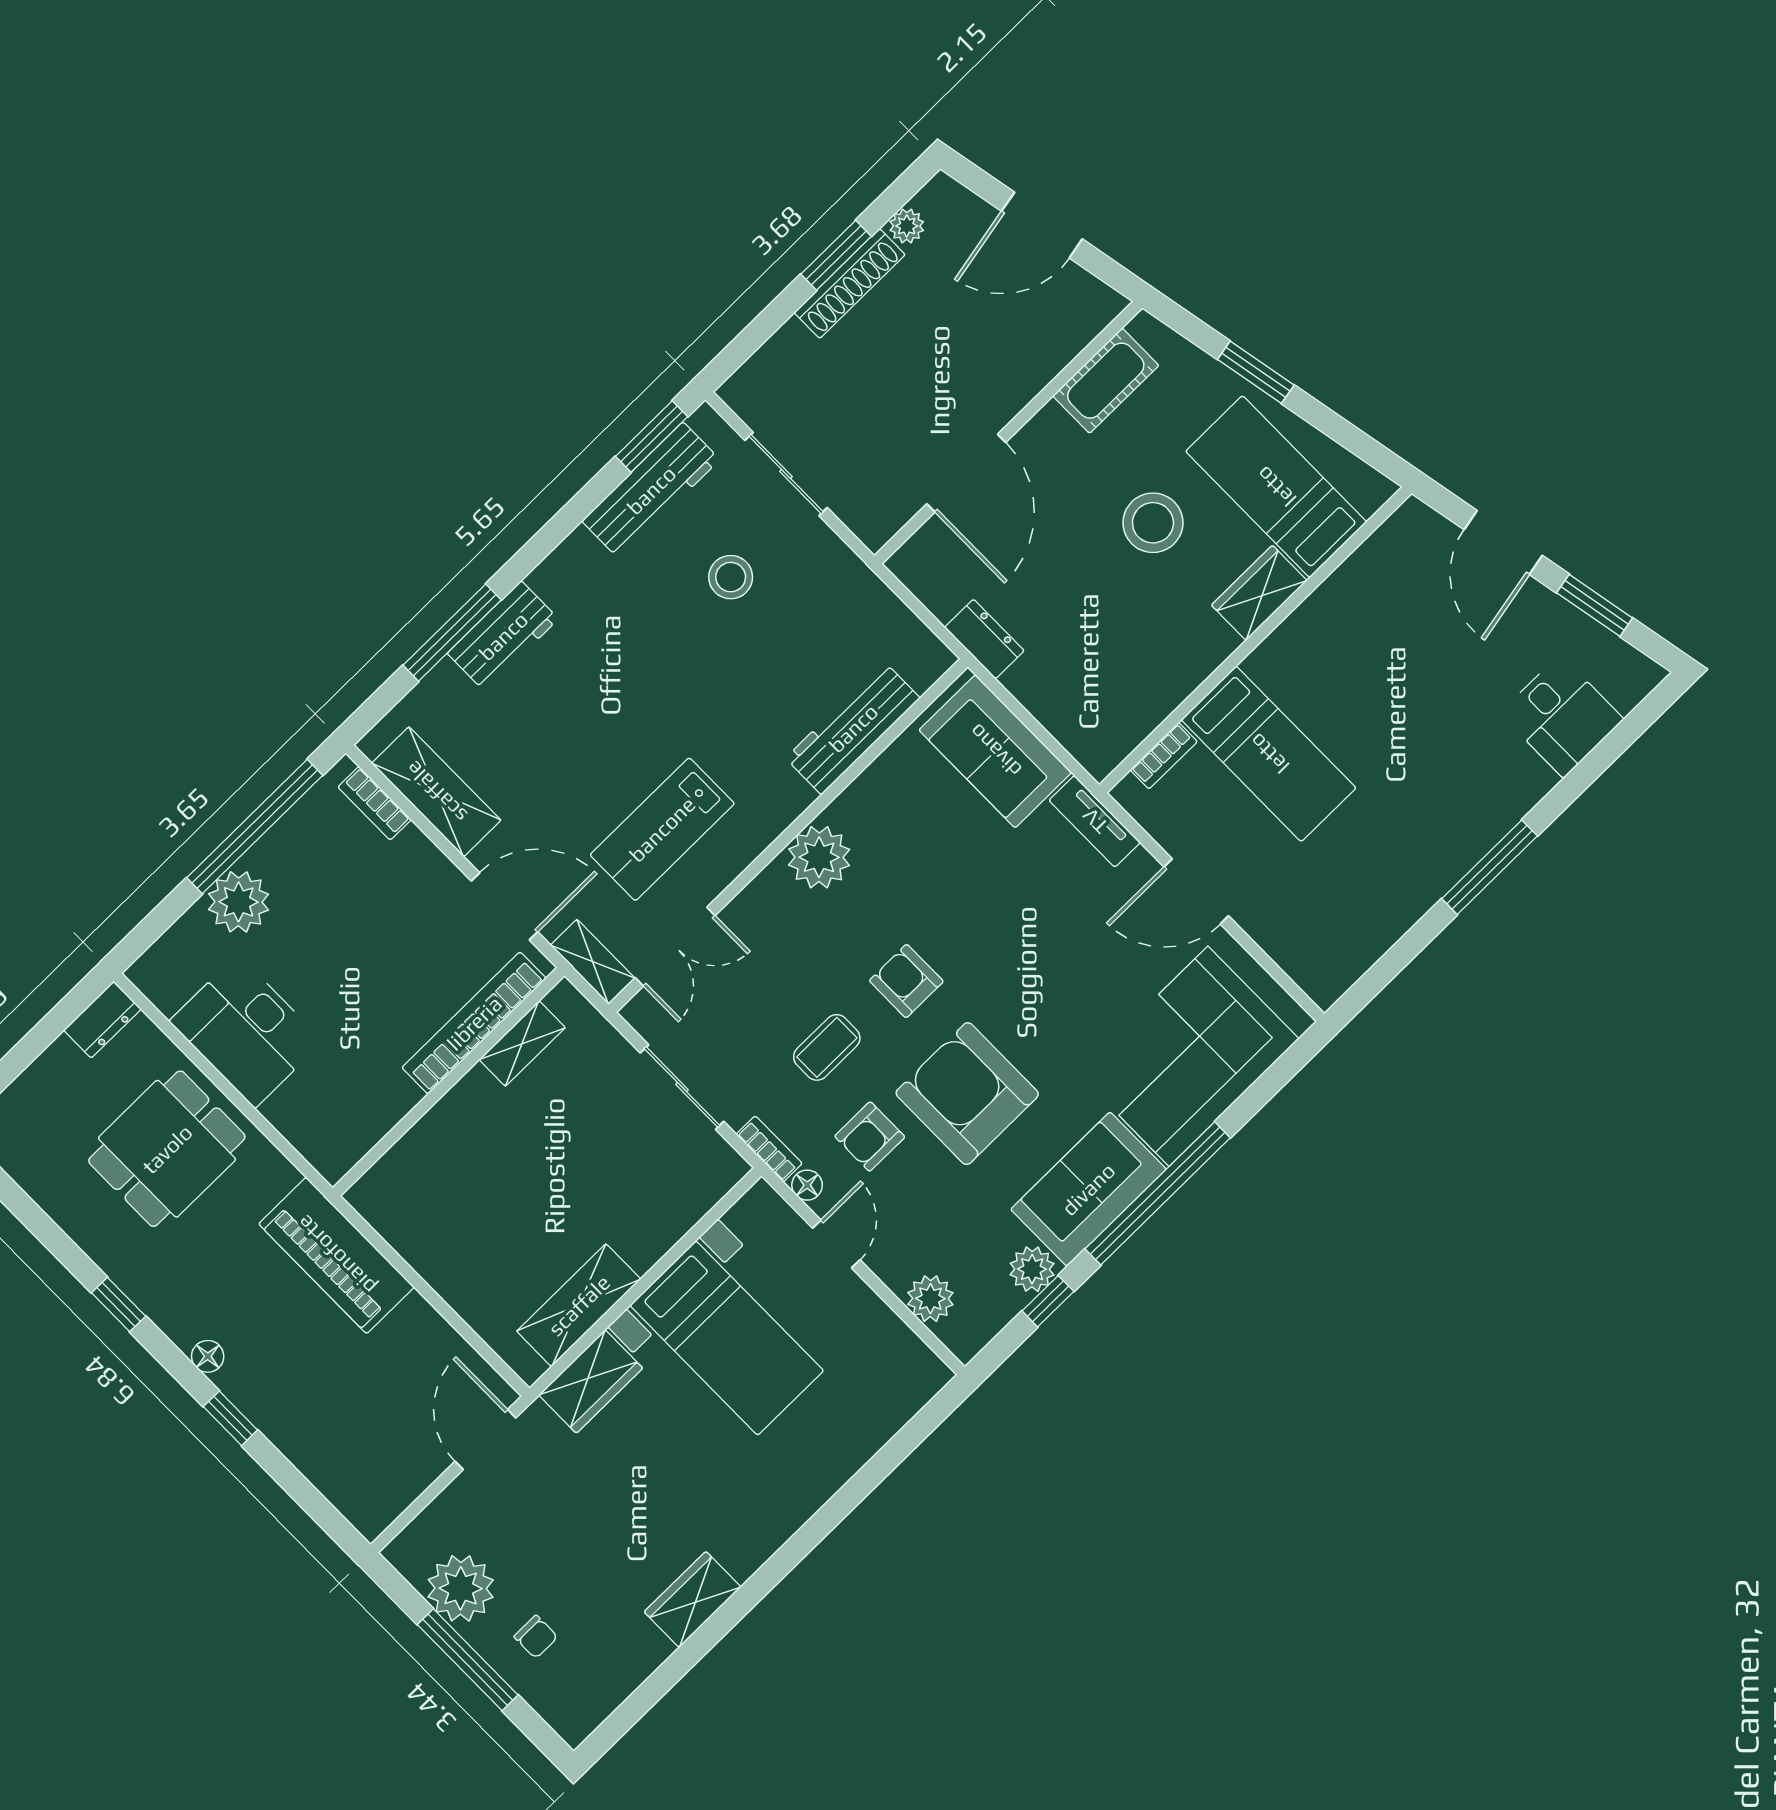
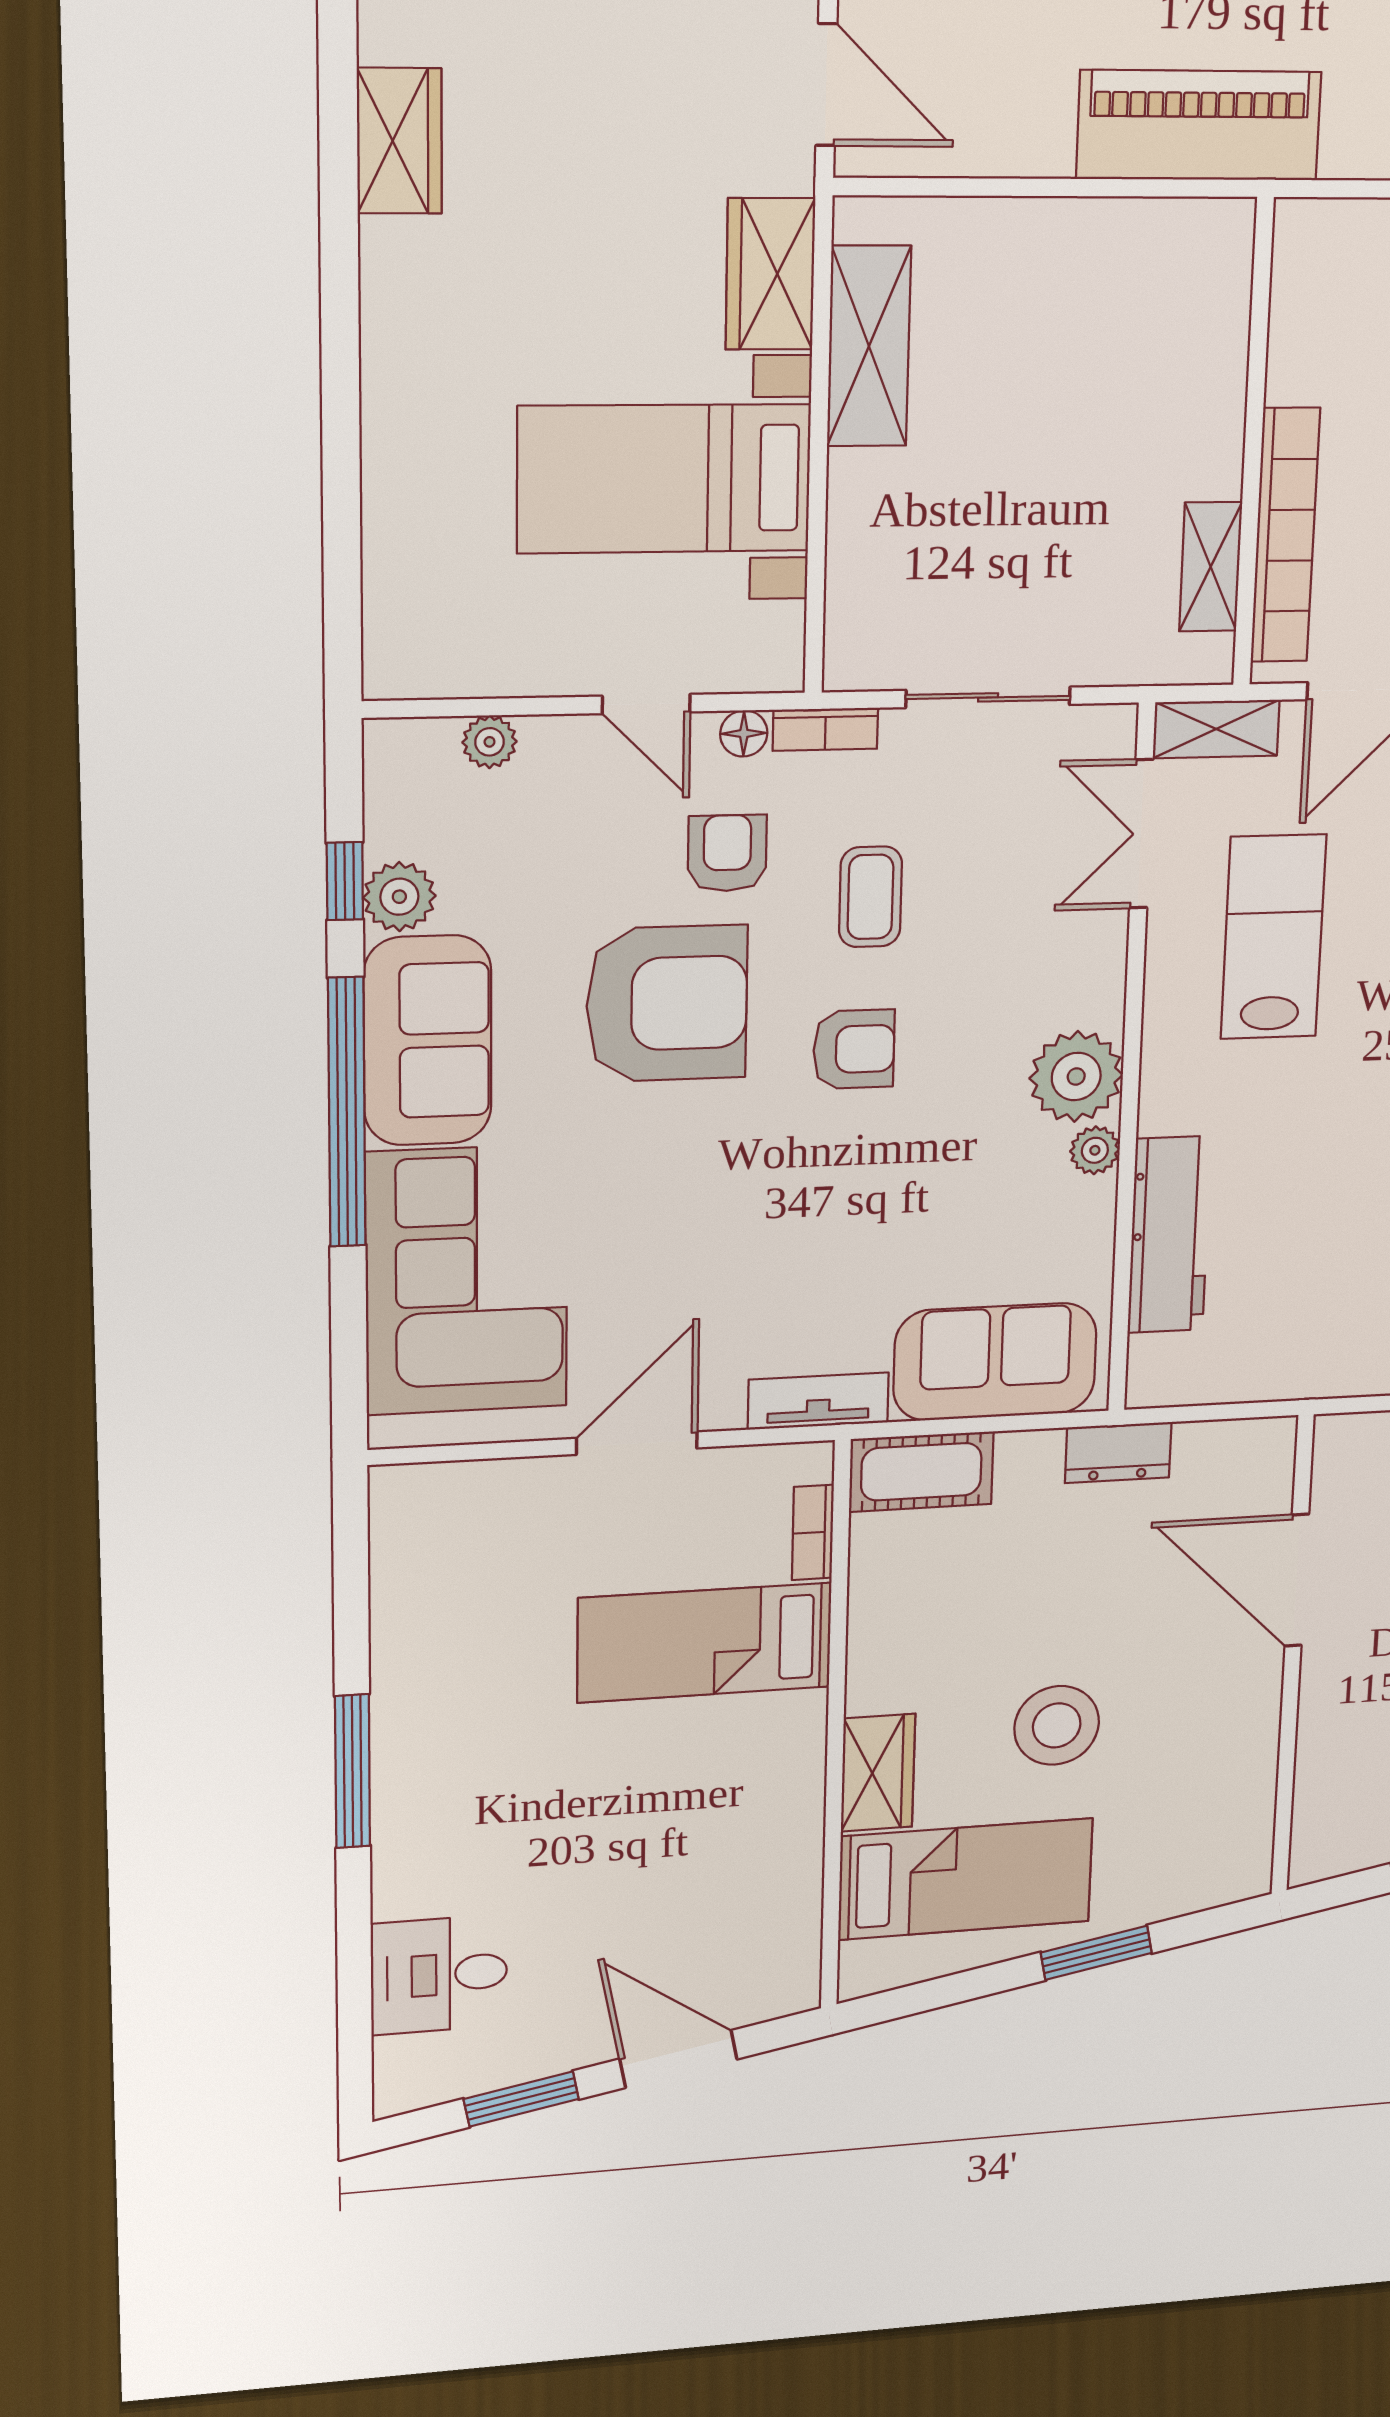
cot: (1106, 381) -> (921, 1472), moved, turned 90
plant: (846, 810) -> (1095, 1150), added
plant: (930, 1299) -> (490, 742), width x0.73, depth x0.73

